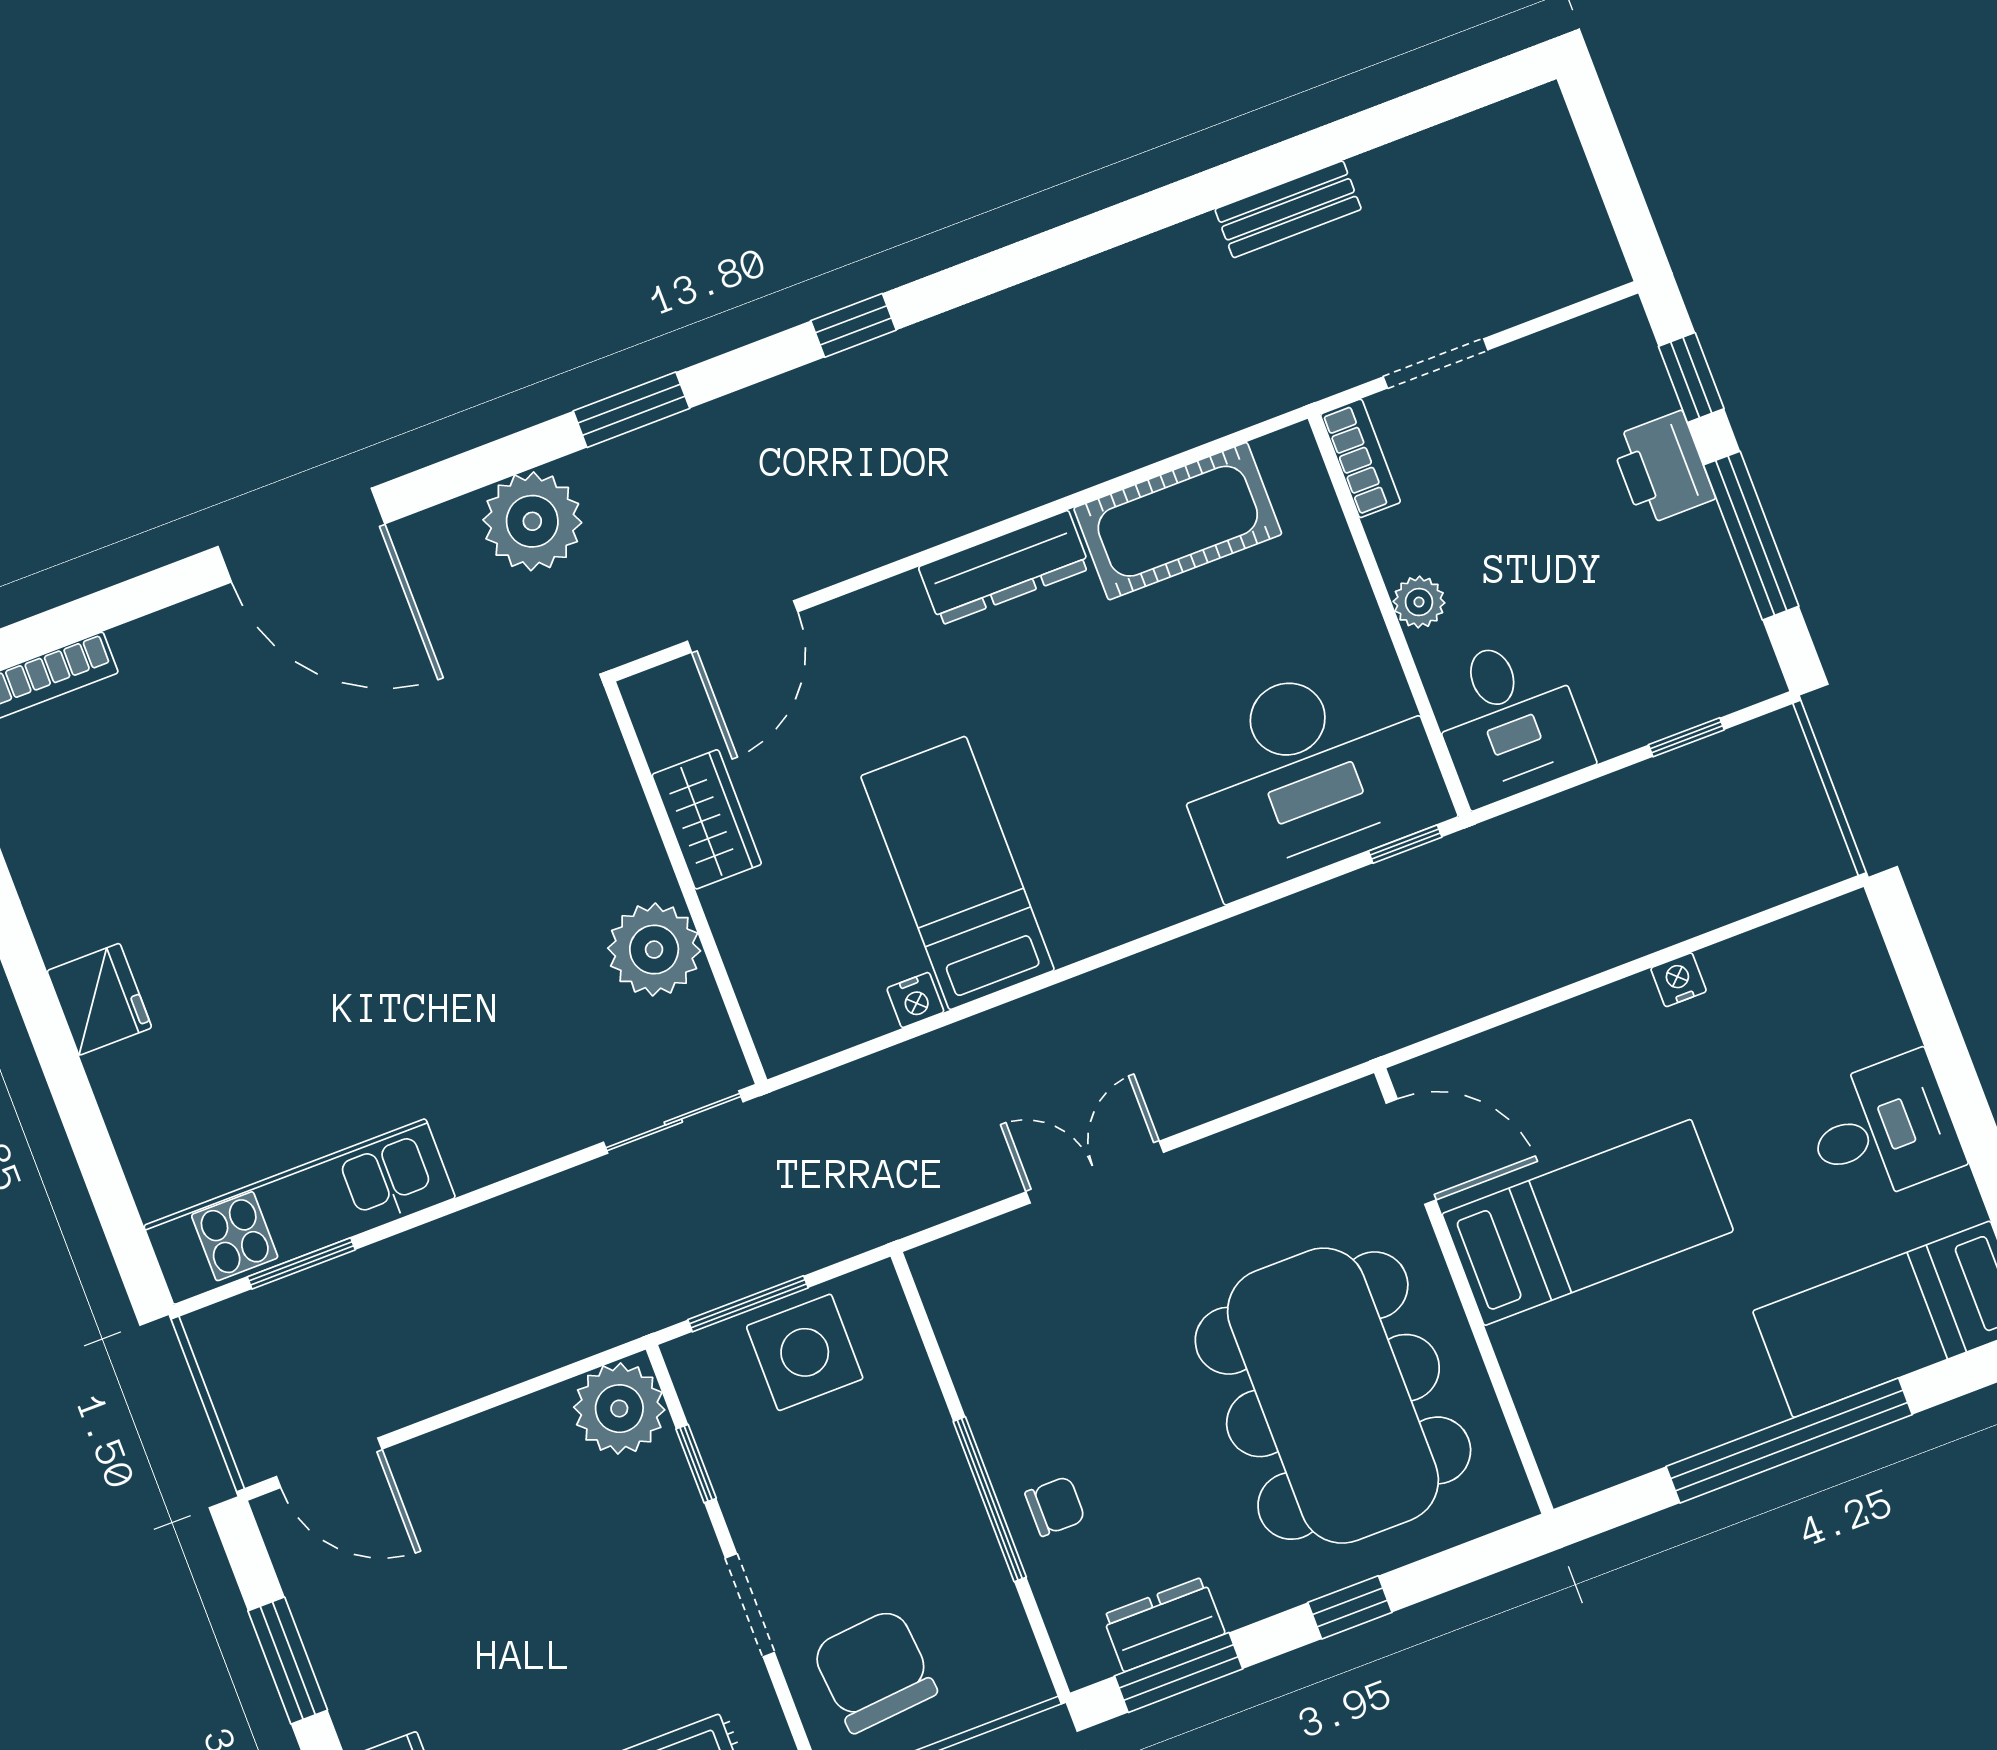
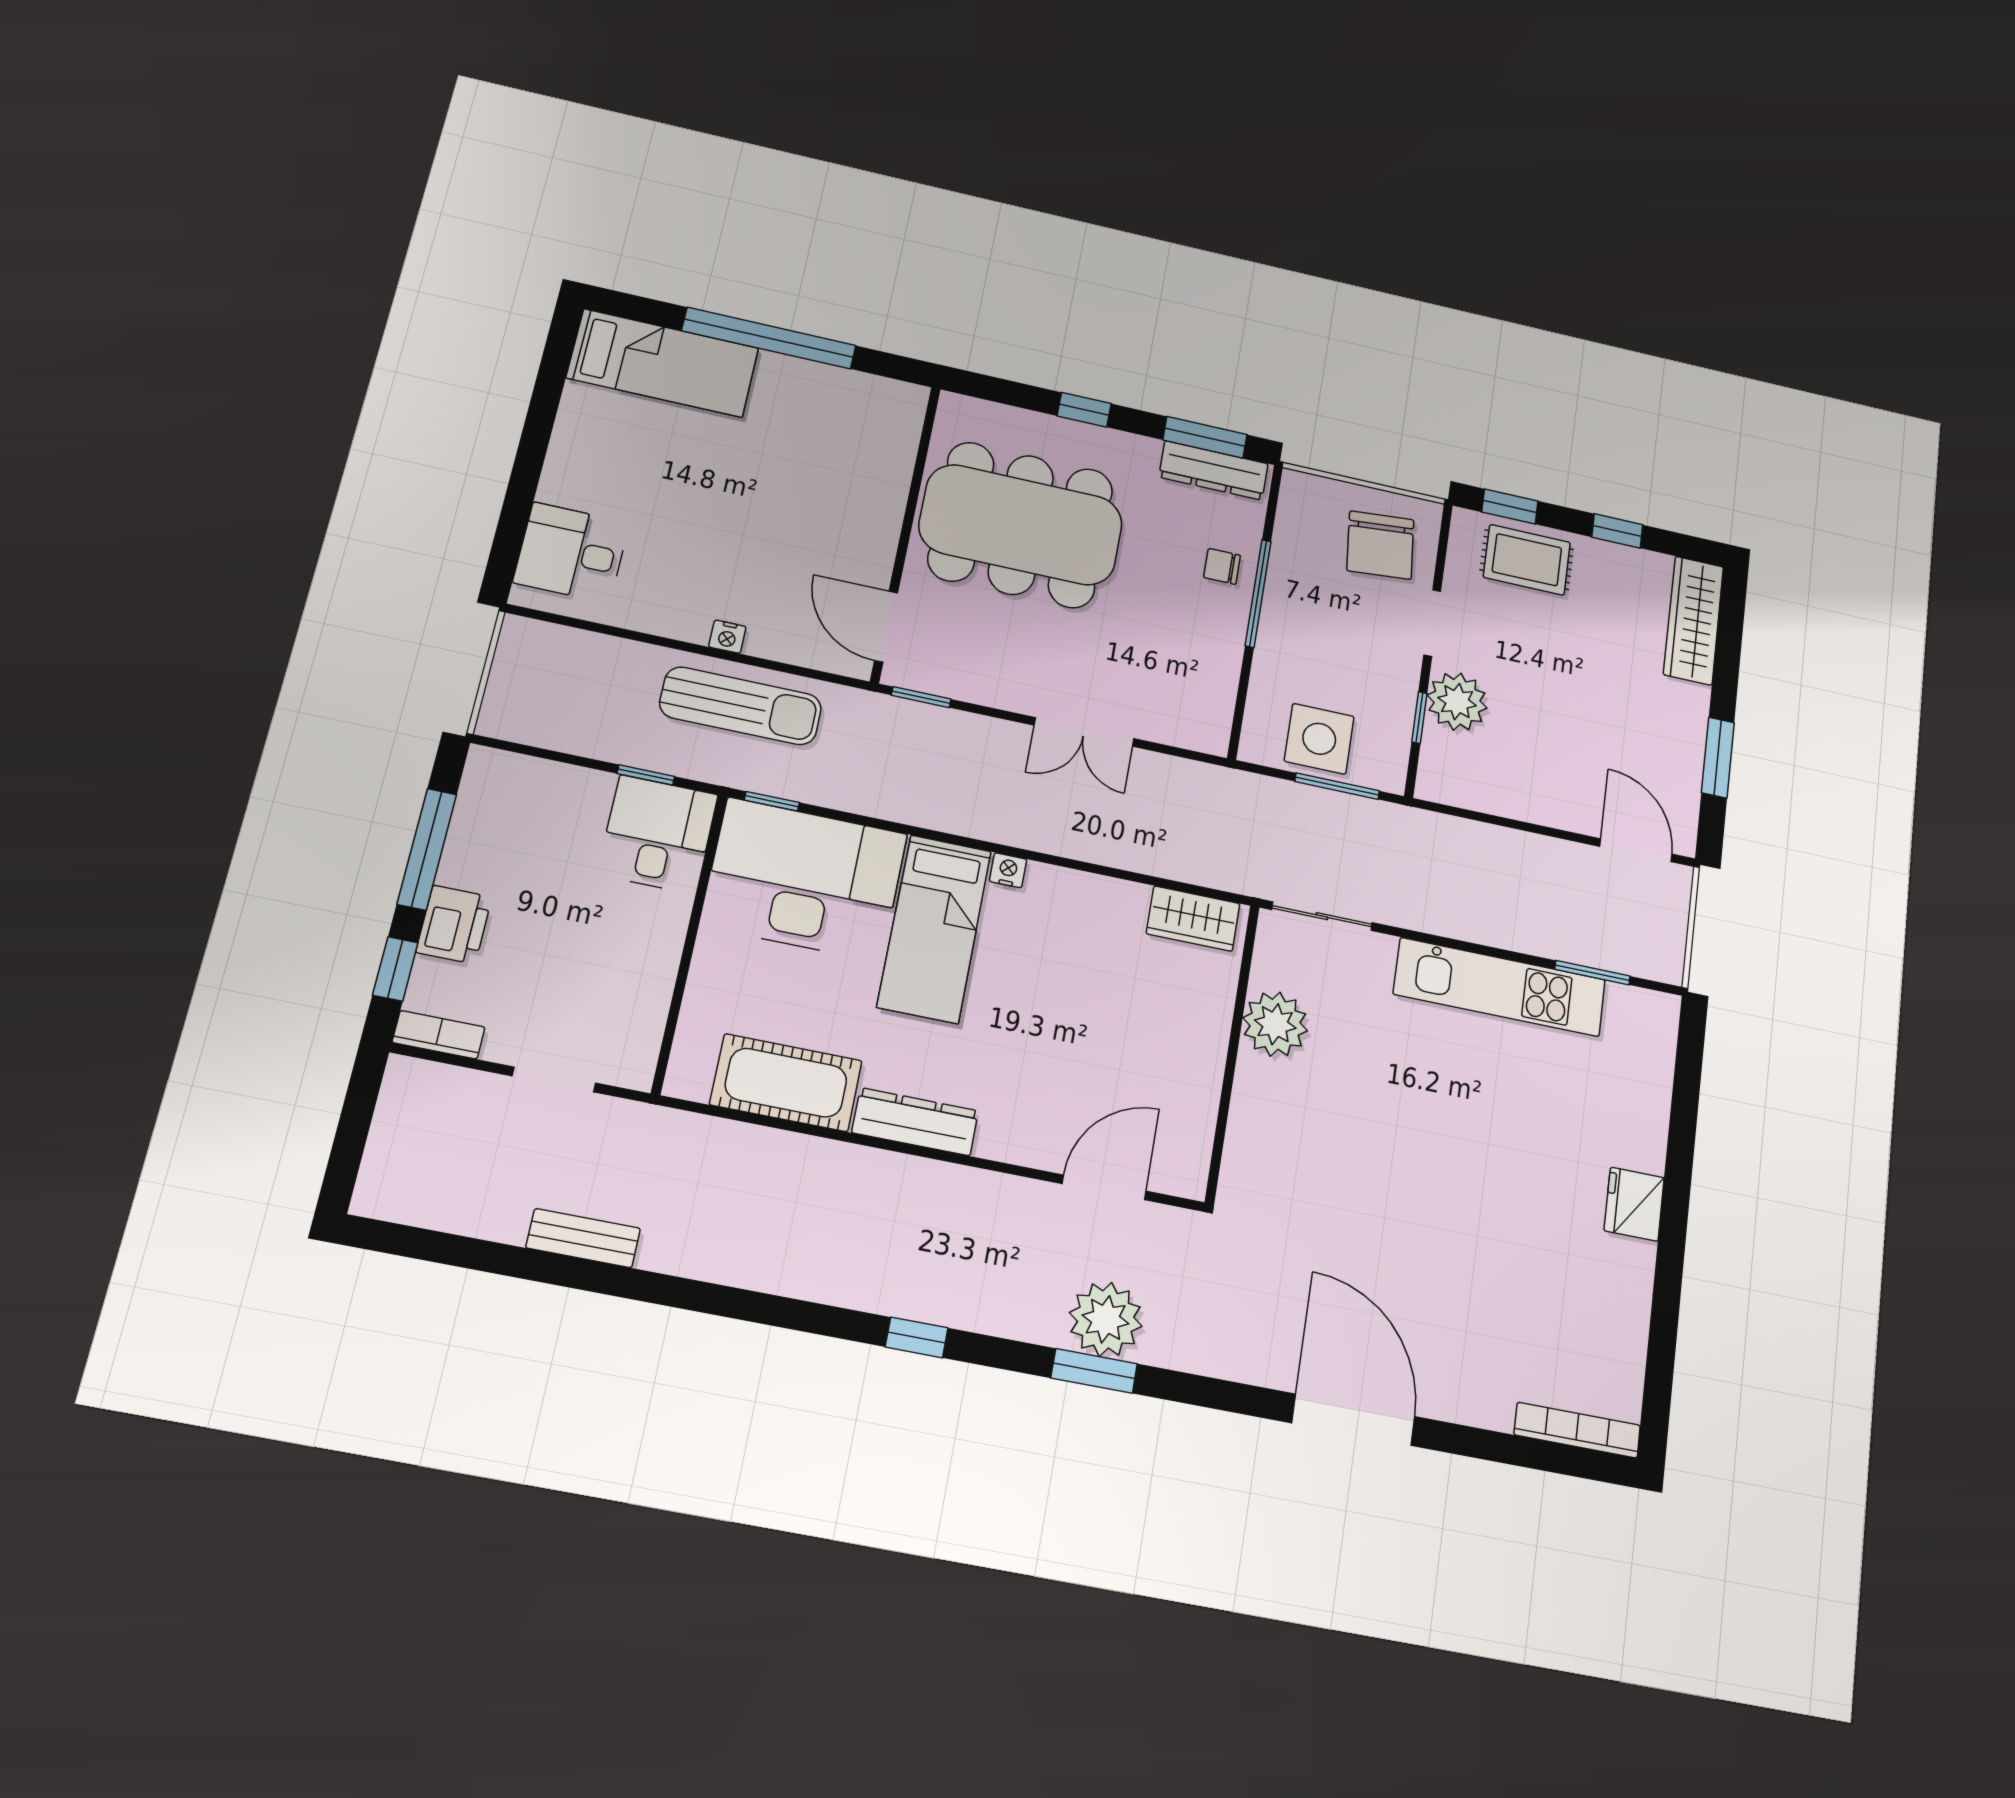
bookcase: (1360, 458) -> (439, 1035), moved, turned 90
plant: (532, 521) -> (1106, 1319), moved
plant: (1419, 602) -> (666, 939), removed
window: (1686, 737) -> (646, 775), moved
wardrobe: (707, 819) -> (1193, 919), moved, turned -90
bed: (957, 873) -> (934, 929), moved
sun lounger: (1516, 938) -> (741, 706), added
nightstand: (1679, 980) -> (727, 637), moved
nightstand: (915, 1000) -> (1008, 870), moved
window: (1314, 1089) -> (921, 697), added
desk: (1883, 1129) -> (571, 553), moved
kitchen unit: (300, 1212) -> (1500, 987), moved
bed: (1588, 1222) -> (806, 524), removed
dining table: (1333, 1396) -> (1021, 525), turned 90
plant: (619, 1409) -> (1457, 702), moved
dresser: (1164, 1624) -> (1213, 470), width x1.44

